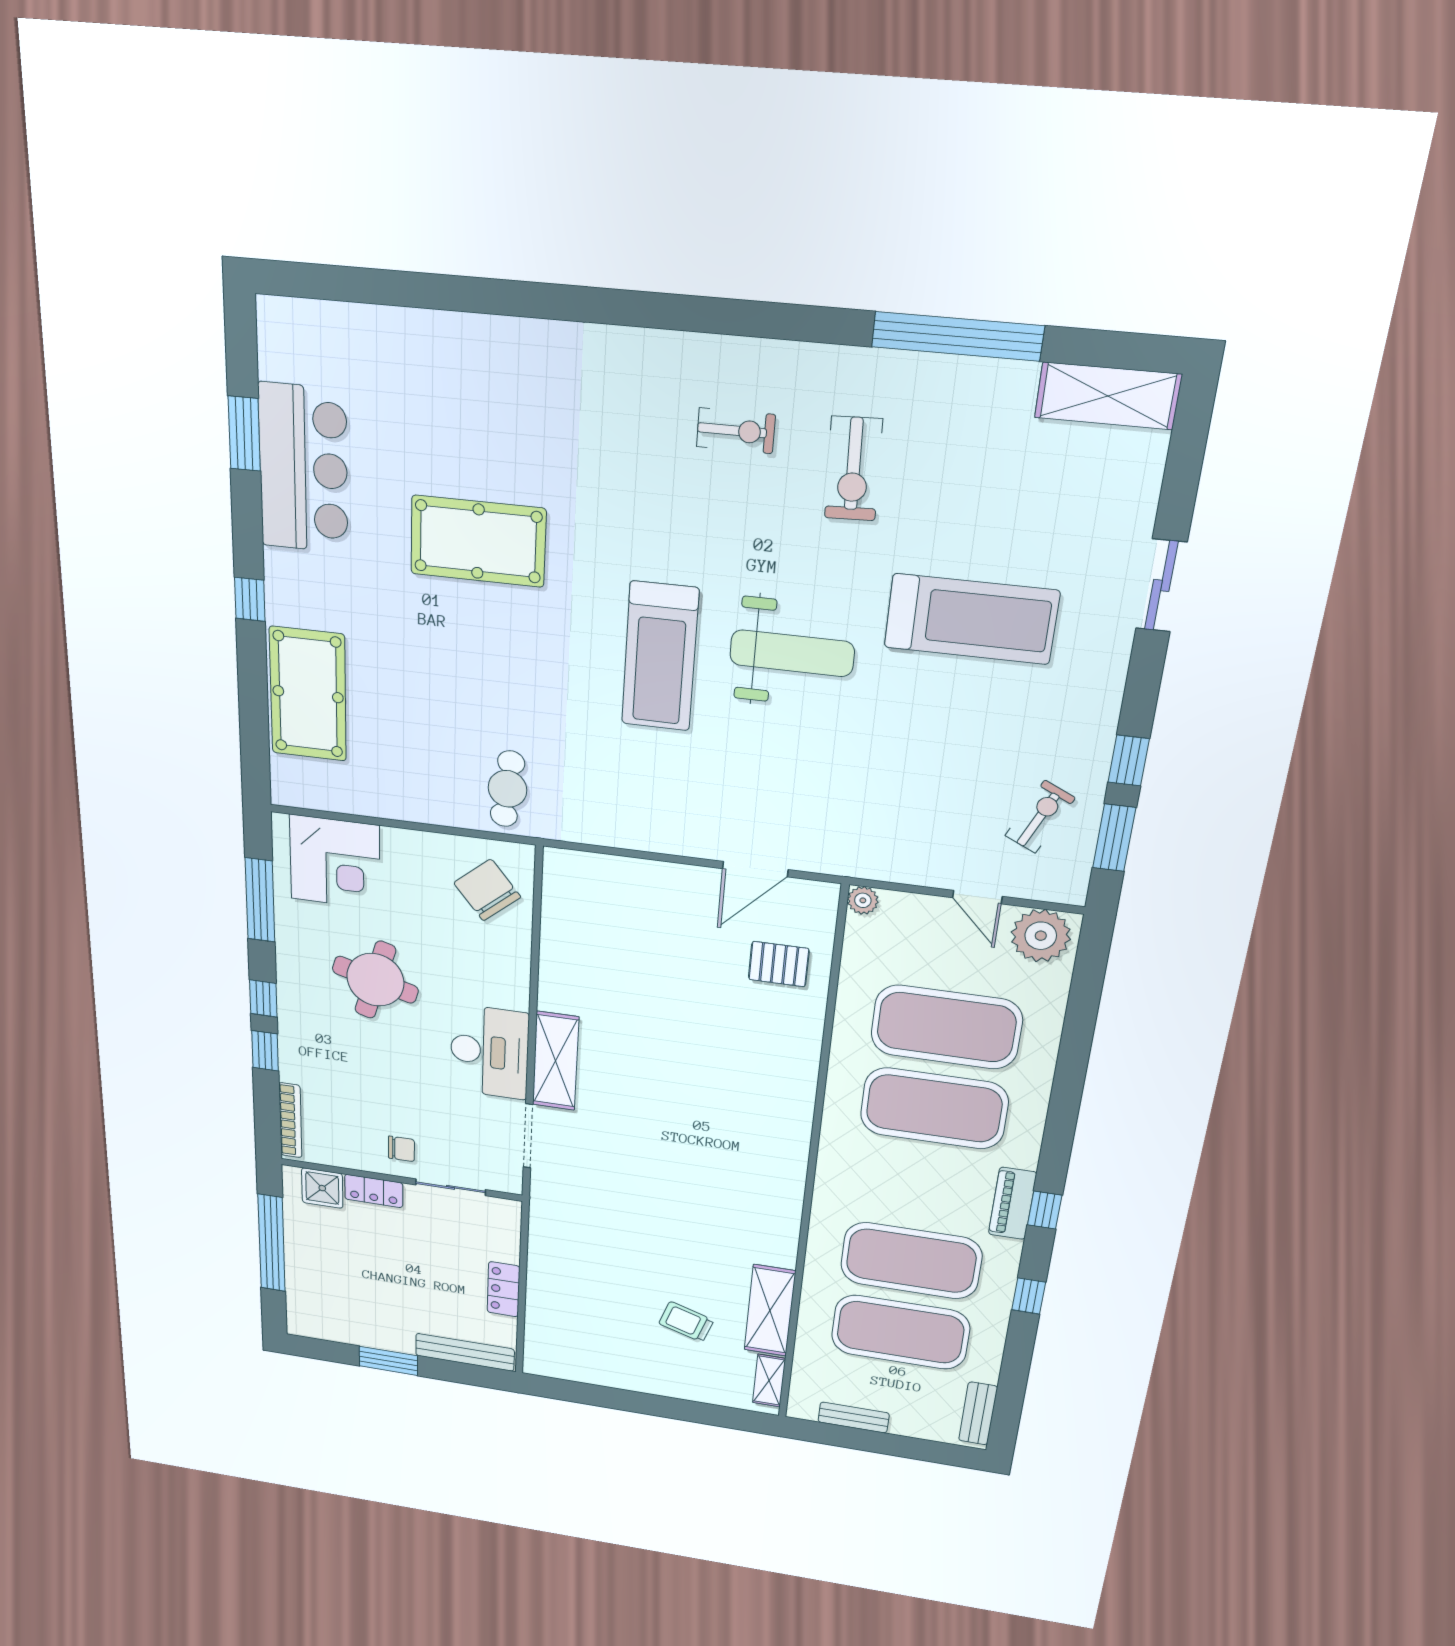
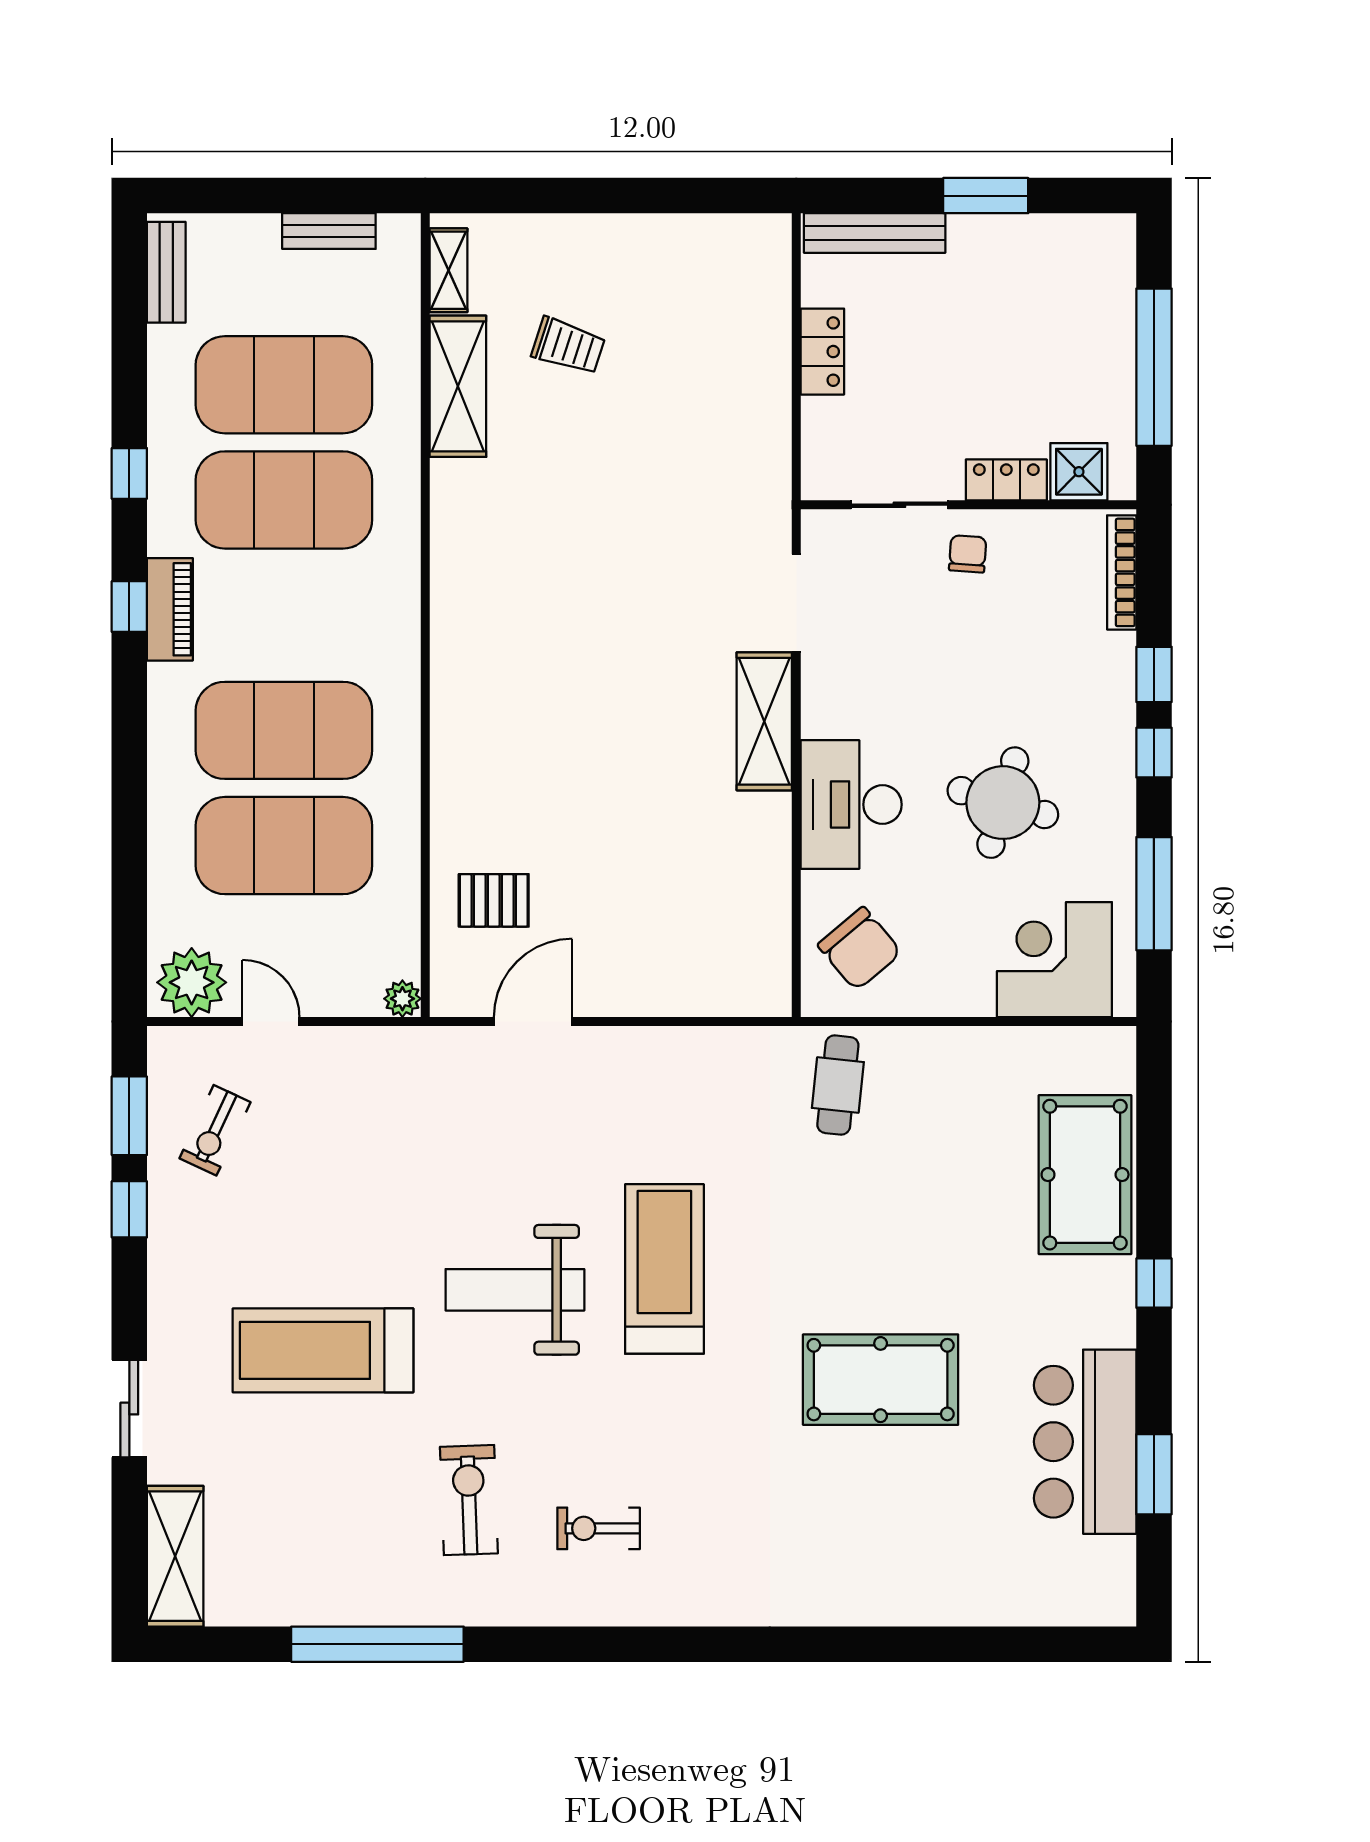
shelving: (1108, 396) -> (175, 1556), moved, turned 90
desk: (489, 1052) -> (851, 805), moved
chair: (401, 1149) -> (968, 554), turned 94

